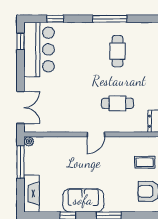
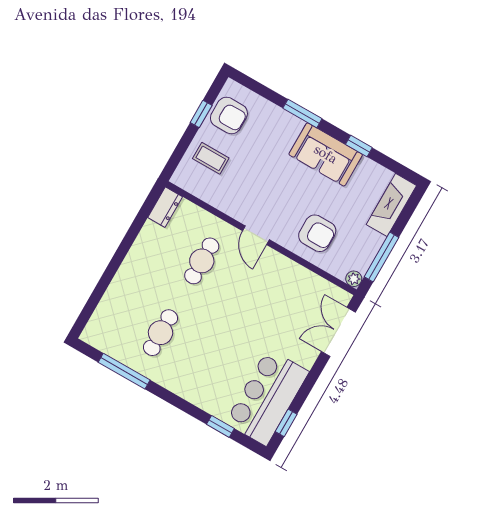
window: (110, 19) -> (124, 371), moved
cafe table: (117, 103) -> (202, 261), turned 90
door: (96, 134) -> (256, 235), swing flipped
armchair: (63, 155) -> (317, 233), added

